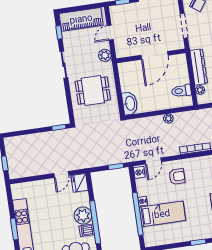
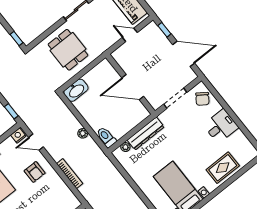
plant: (105, 55) -> (106, 42), removed
toilet: (181, 91) -> (106, 137), moved

